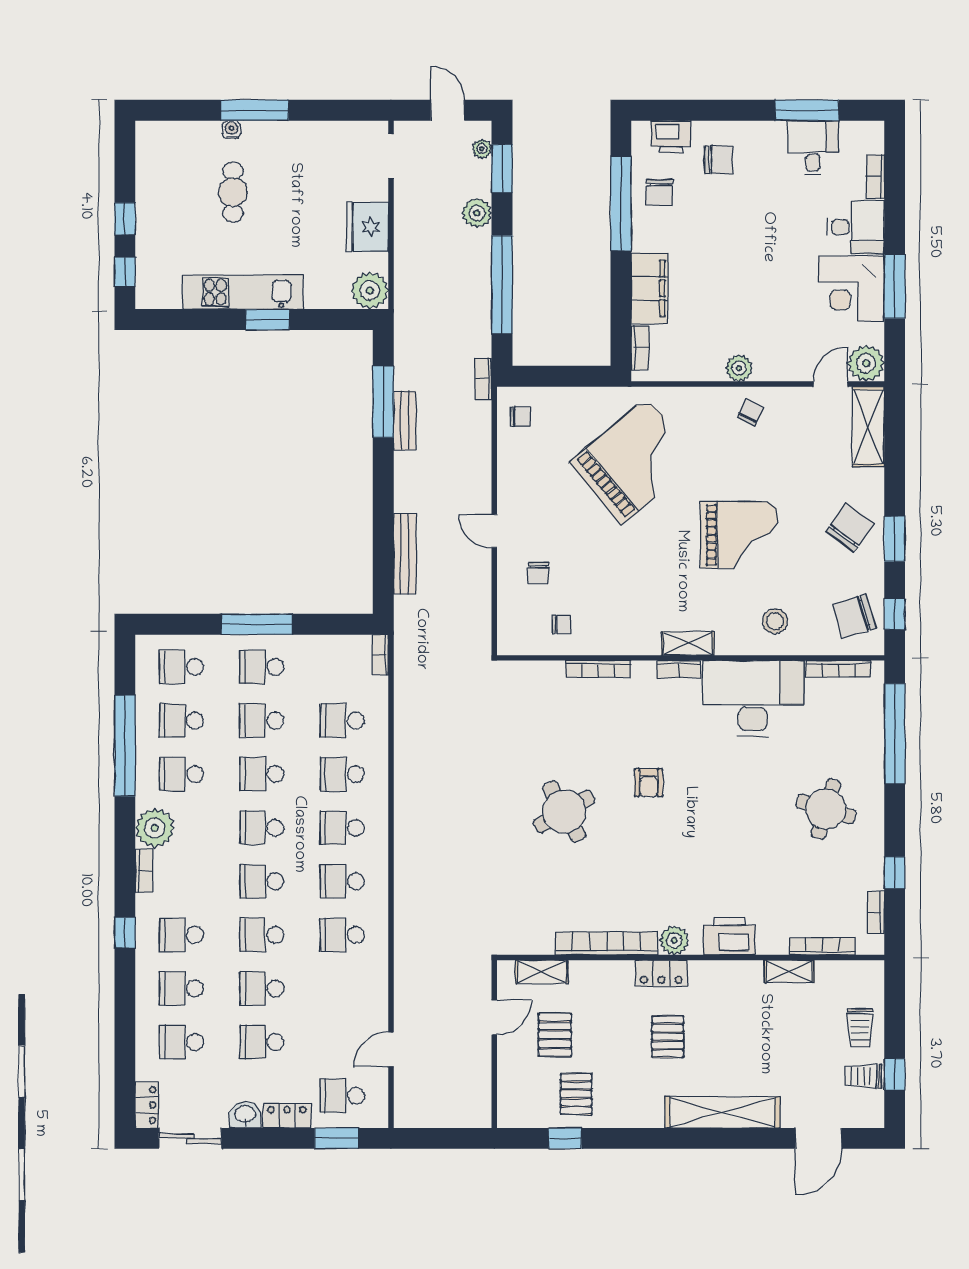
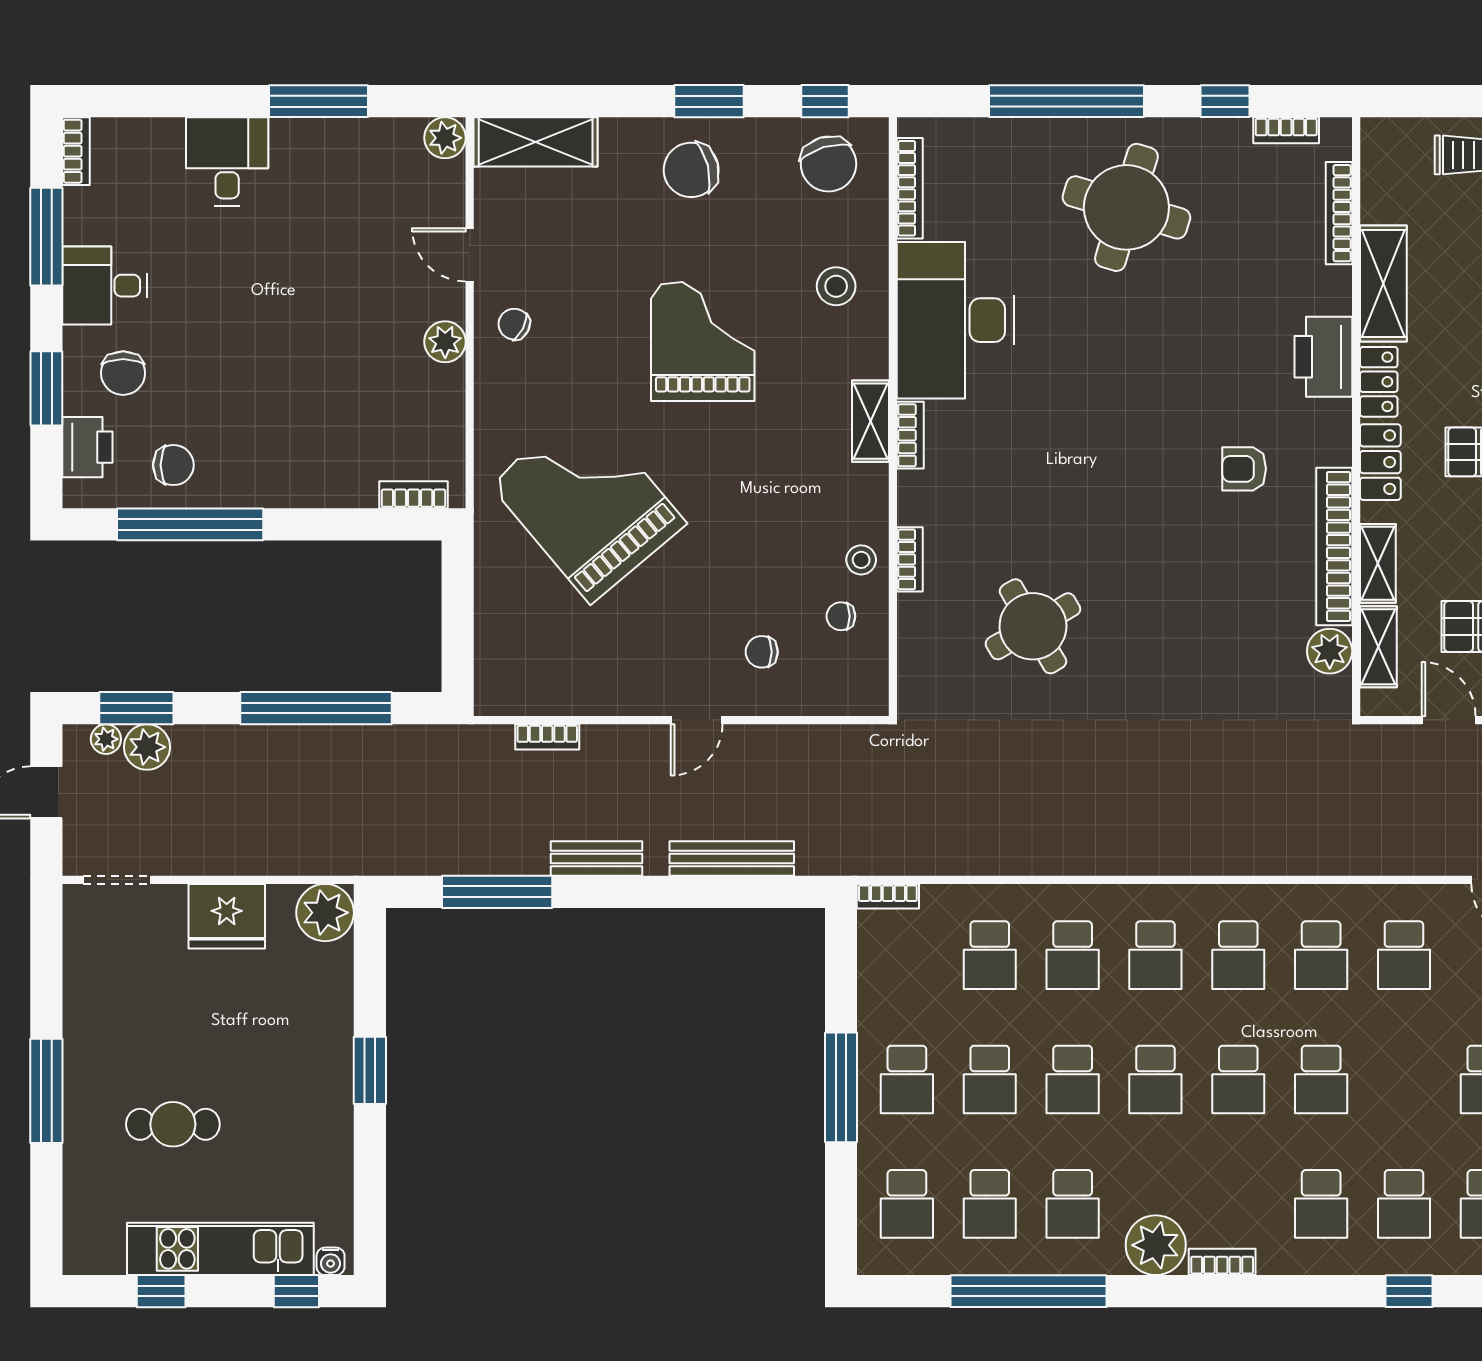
window: (709, 110) -> (46, 388), added
water cooler: (231, 130) -> (331, 1261), moved, turned -90
desk: (813, 148) -> (104, 286), moved
chair: (719, 160) -> (123, 373), turned 180
bookcase: (876, 177) -> (76, 151), moved, turned -90
plant: (477, 213) -> (147, 747), moved
window: (125, 219) -> (161, 1291), moved
filing cabinet: (650, 288) -> (322, 480), removed
corner desk: (851, 289) -> (322, 168), removed
kitchen unit: (243, 292) -> (220, 1249), moved, turned 90
plant: (866, 363) -> (445, 138), width x0.73, depth x0.73
bookcase: (483, 378) -> (547, 737), moved
door: (831, 384) -> (470, 255), moved
chair: (520, 417) -> (520, 680), removed
bench: (405, 420) -> (596, 858), moved
chair: (850, 527) -> (691, 170), turned -50
chair: (538, 573) -> (762, 652), turned 180
chair: (561, 624) -> (841, 616), turned -90
stool: (598, 637) -> (861, 560), added
bookcase: (598, 669) -> (910, 559), width x0.64
window: (895, 734) -> (1066, 101), moved
armchair: (649, 783) -> (1244, 469), moved, turned 180
round table: (826, 809) -> (1126, 207), width x1.36, depth x1.36
round table: (564, 812) -> (1033, 626), moved
window: (125, 933) -> (1409, 1291), moved
plant: (674, 940) -> (1330, 651), moved
shelving: (789, 971) -> (1383, 284), width x1.50, depth x1.33
shelving: (596, 972) -> (1378, 563), added
locker: (713, 972) -> (1379, 382), added
school desk: (262, 988) -> (1404, 955), moved

